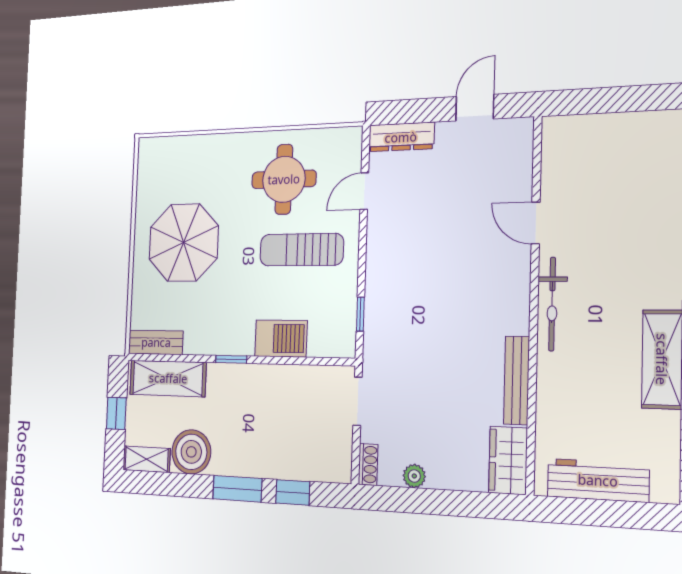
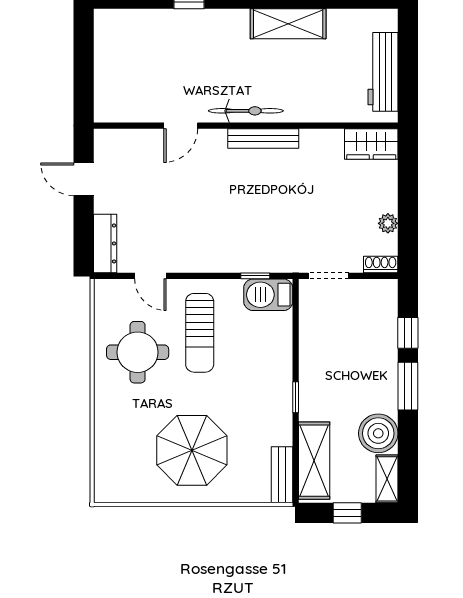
barbecue: (281, 338) -> (268, 295), moved, turned -90
bench: (517, 380) -> (263, 139), moved

